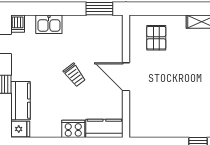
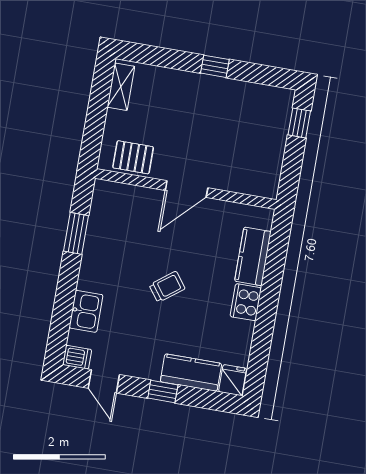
wall: (126, 76) -> (186, 189), moved
door: (126, 77) -> (187, 189), moved

